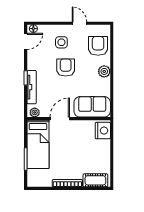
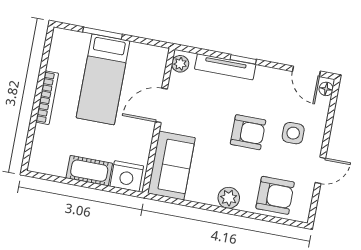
door: (60, 119) -> (161, 105), swing flipped
bed: (38, 144) -> (103, 79), moved, turned -90
cot: (95, 180) -> (89, 171), moved, turned 90

